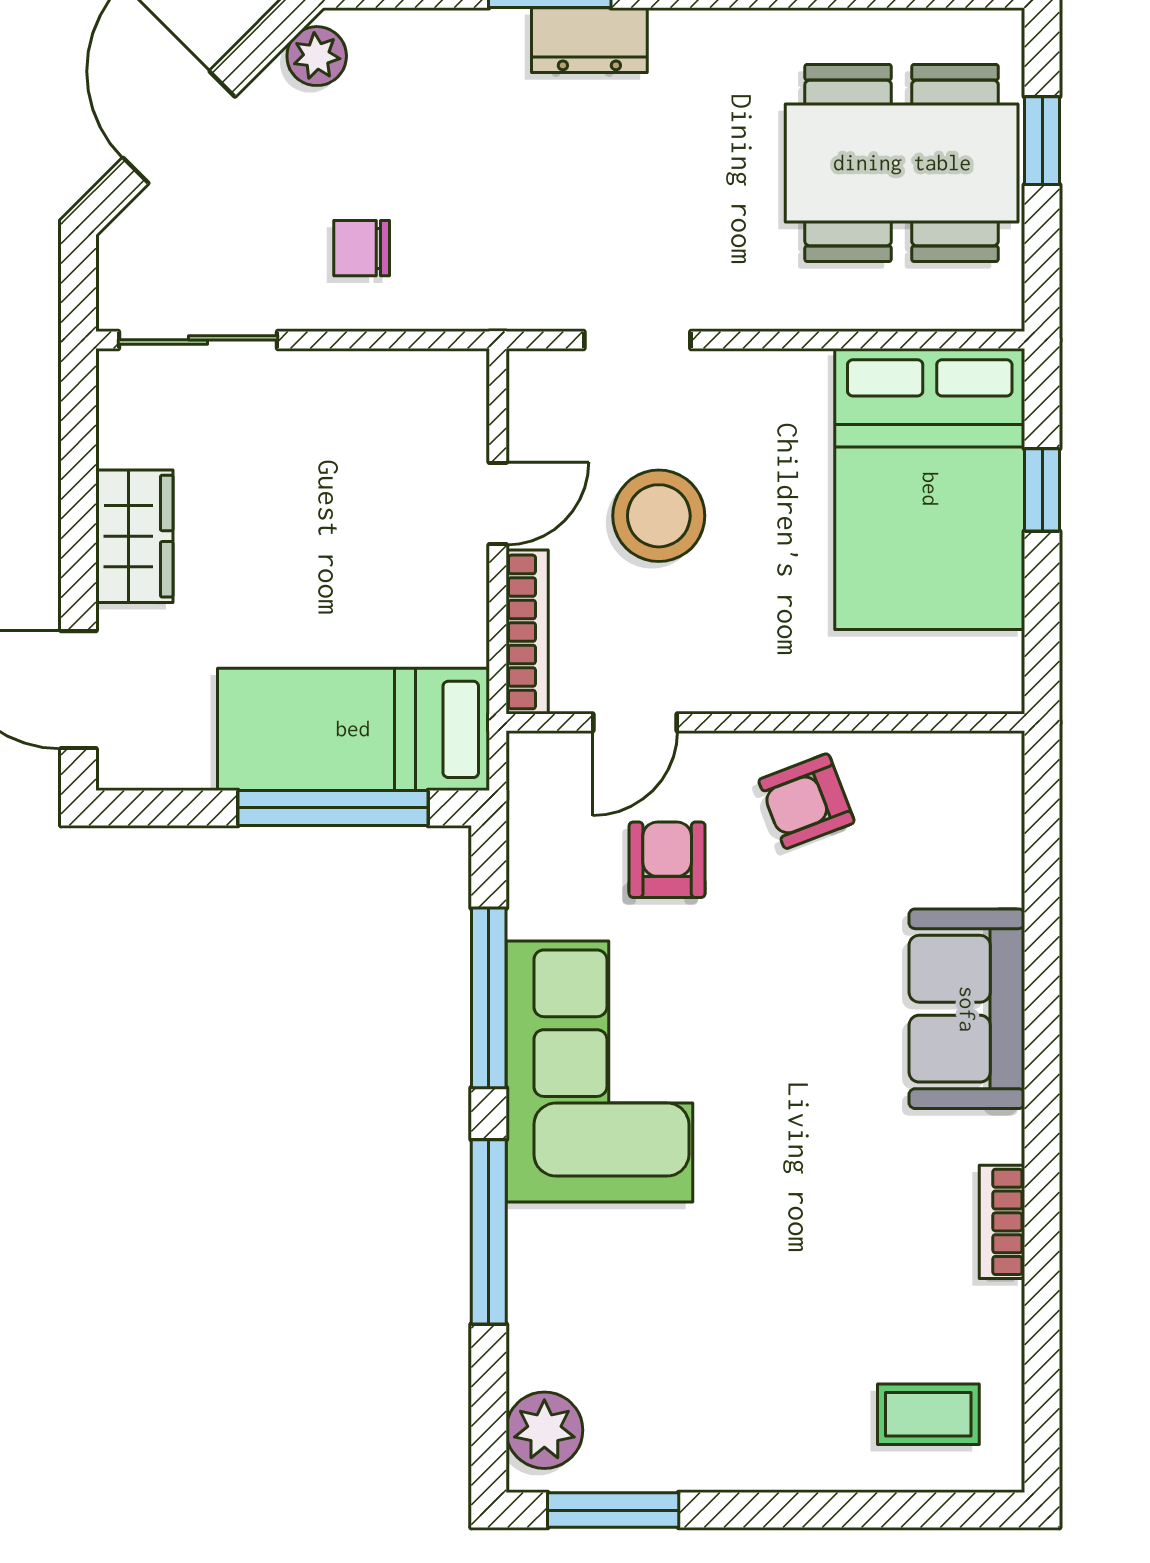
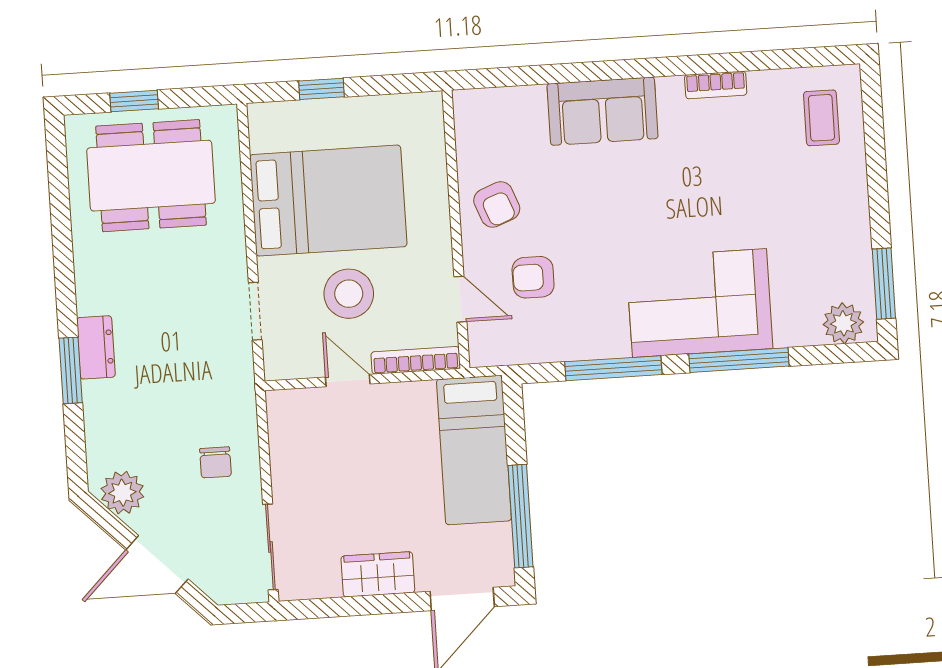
plant: (317, 56) -> (122, 493), width x1.38, depth x1.38
dining table: (902, 163) -> (151, 176), turned 90
bed: (930, 489) -> (328, 201), moved
window: (333, 808) -> (521, 516), moved
corner sofa: (599, 1072) -> (699, 303), moved

